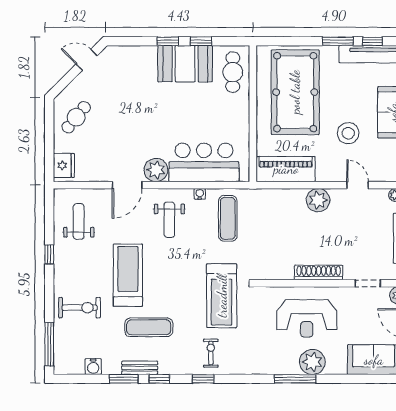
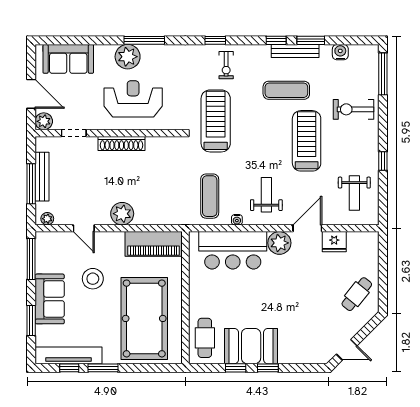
fridge: (64, 165) -> (334, 242), moved, turned -90
treadmill: (128, 275) -> (307, 141), turned 180
bench: (140, 368) -> (295, 51), width x1.36
window: (203, 379) -> (215, 40), moved

